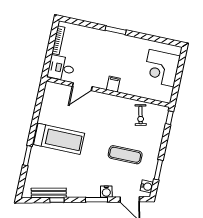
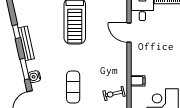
filing cabinet: (113, 84) -> (138, 81), moved
bench: (49, 193) -> (26, 43), moved

